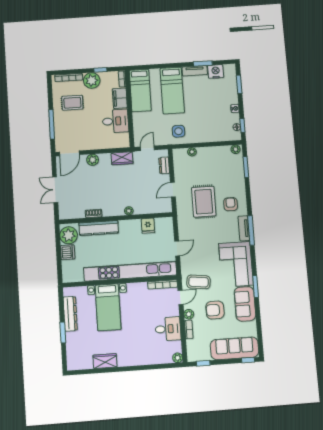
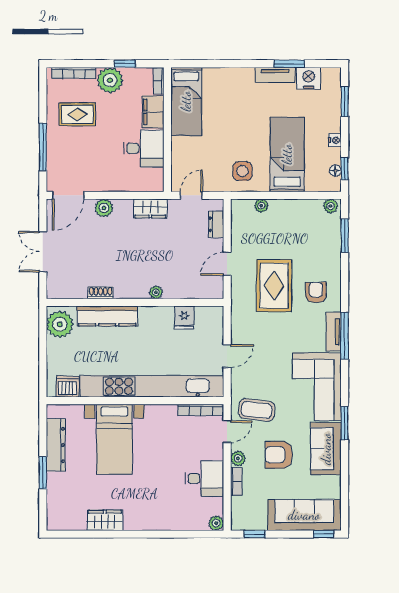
bed: (172, 90) -> (287, 154), moved, turned 180
dishwasher: (68, 252) -> (68, 387), moved, turned -90

